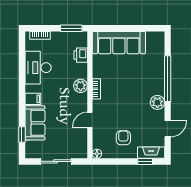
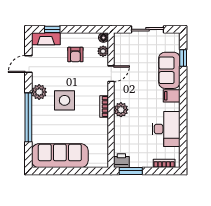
sofa: (119, 43) -> (60, 156), moved
printer: (81, 55) -> (121, 161), moved, turned -90
side table: (134, 95) -> (65, 100), added
plant: (97, 141) -> (103, 51), added

